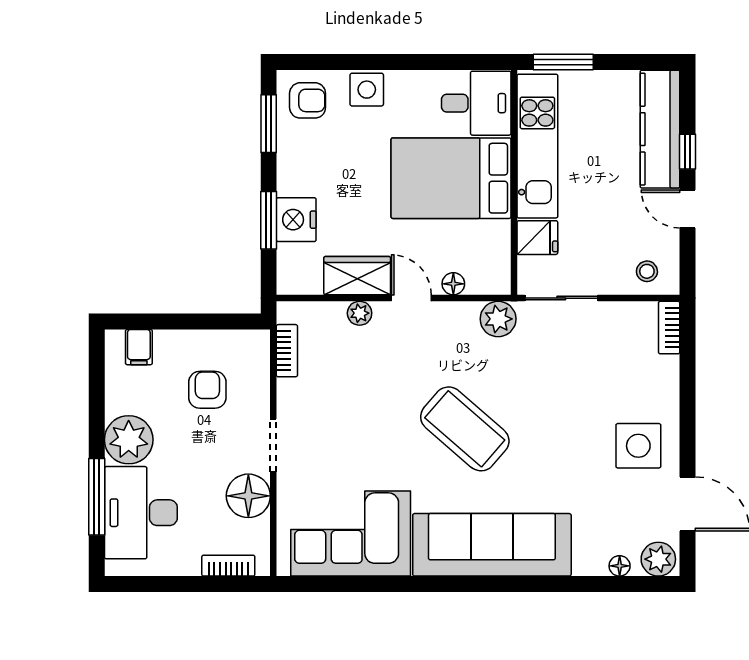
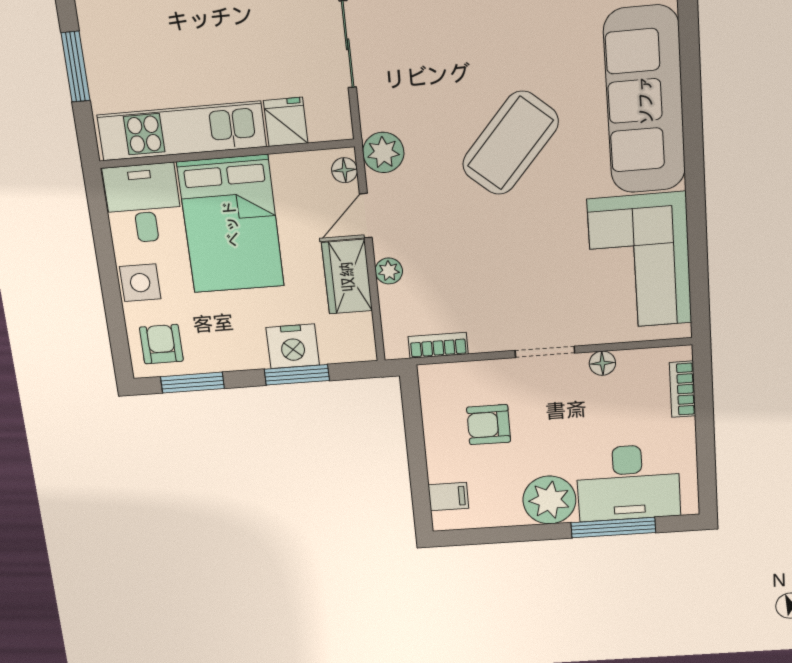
desk: (476, 103) -> (143, 203), moved
kitchen unit: (537, 146) -> (182, 131), moved
bed: (451, 178) -> (231, 224), moved
wall: (514, 182) -> (226, 154), moved
fridge: (537, 238) -> (286, 122), moved
plant: (498, 319) -> (383, 152), moved
floor lamp: (248, 496) -> (602, 363), width x0.53, depth x0.53

